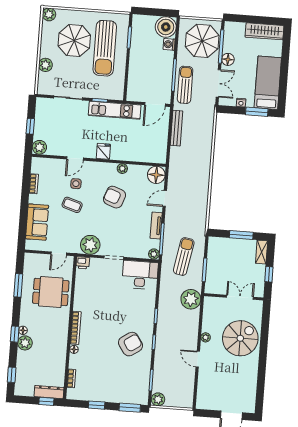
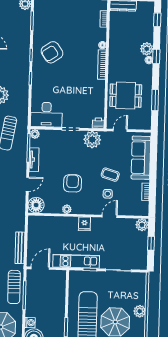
plant: (45, 65) -> (140, 311), moved
armchair: (115, 197) -> (73, 183), turned -110
sofa: (37, 222) -> (141, 158), width x1.36

